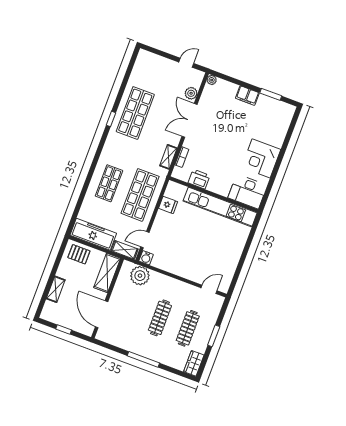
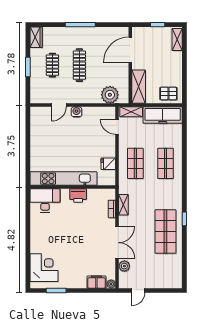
filing cabinet: (247, 96) -> (96, 282), moved
corner desk: (261, 158) -> (44, 268), moved
printer: (199, 179) -> (78, 196), moved
shop shelf: (140, 195) -> (135, 163), width x0.70, depth x0.74
door: (145, 240) -> (117, 127), swing flipped
water cooler: (146, 258) -> (76, 112), moved
shelving: (56, 289) -> (177, 40), moved
door: (209, 289) -> (59, 105), moved
door: (102, 314) -> (130, 50), swing flipped
clothes rail: (188, 328) -> (52, 65), width x0.73

